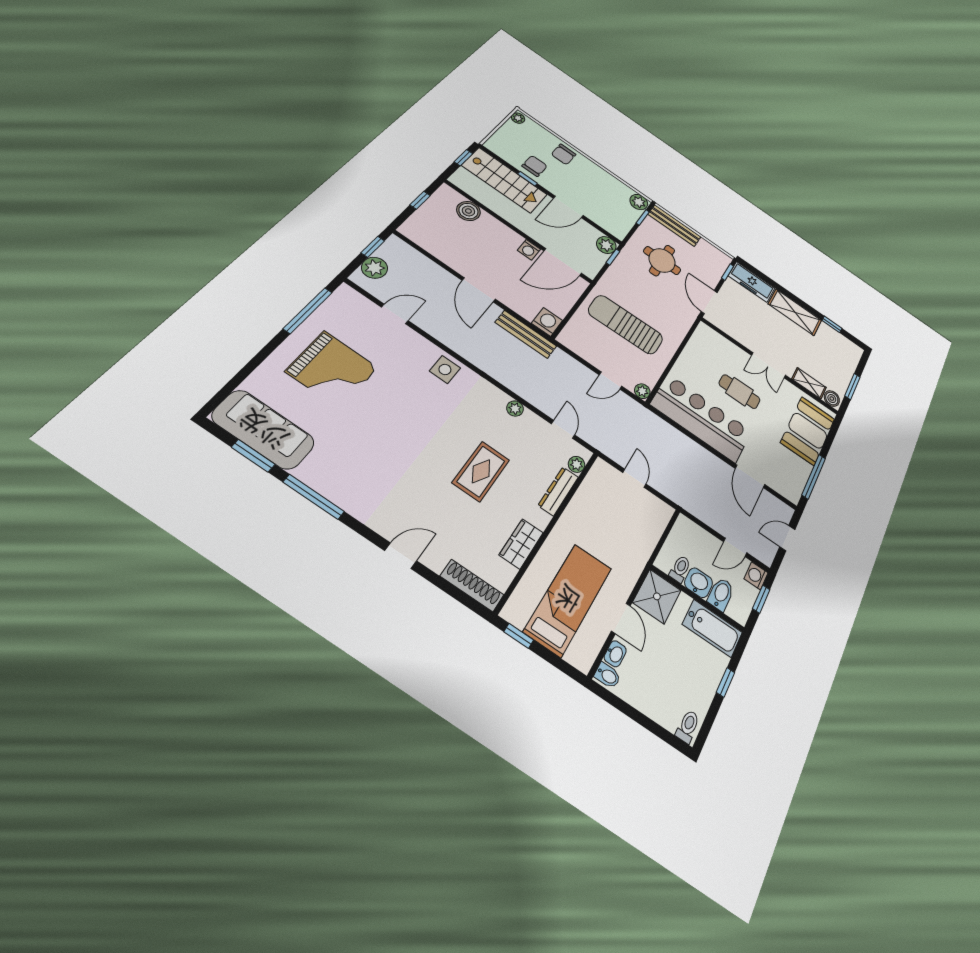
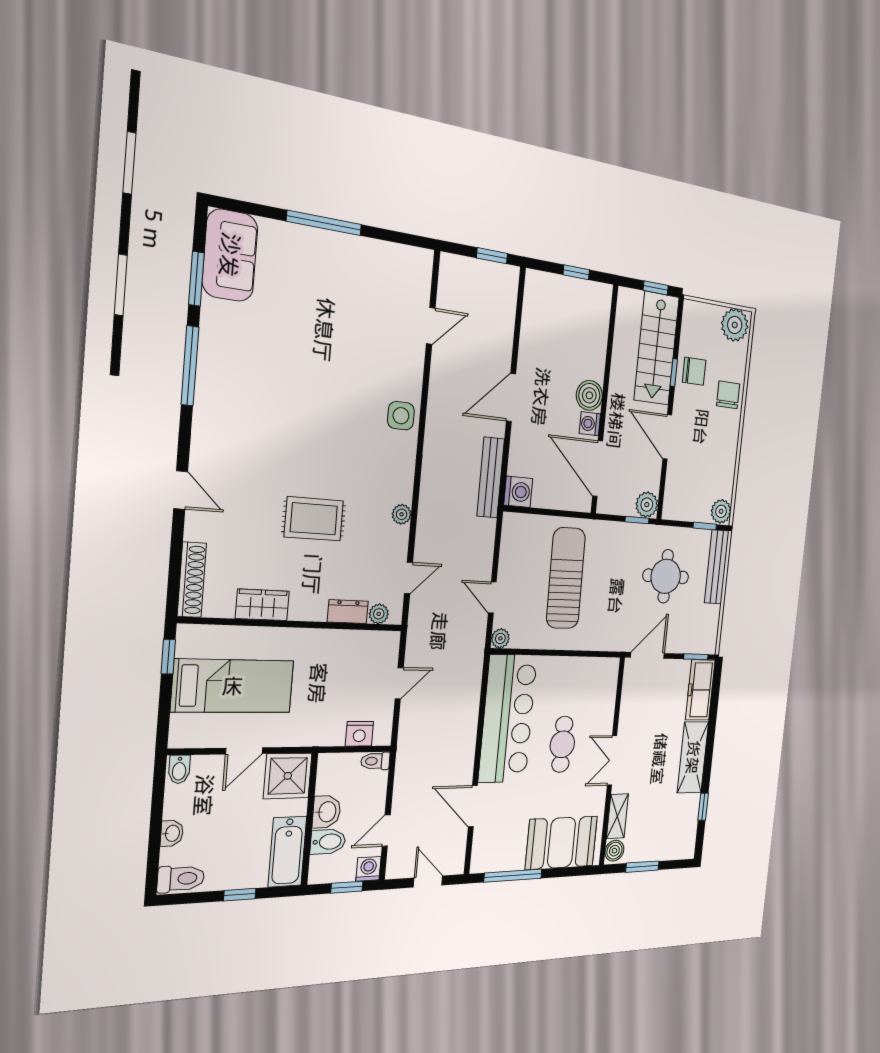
plant: (518, 118) -> (735, 325), width x1.87, depth x1.87
chair: (564, 154) -> (728, 395), turned 90
boiler: (468, 211) -> (589, 395), moved
plant: (375, 268) -> (469, 273), removed
window: (308, 310) -> (324, 223), moved
door: (395, 314) -> (431, 326), hinge flipped
grand piano: (332, 369) -> (332, 300), removed
sofa: (263, 429) -> (230, 255), width x0.73
door: (750, 476) -> (473, 806), hinge flipped
dresser: (558, 491) -> (348, 612), width x0.70
nightstand: (655, 527) -> (359, 734), added
door: (735, 547) -> (386, 831), hinge flipped
toilet: (680, 569) -> (375, 761), moved, turned 180
washbasin: (615, 654) -> (172, 833), moved, turned -90
toilet: (688, 726) -> (181, 879), width x1.37, depth x1.39

